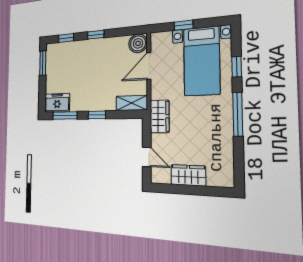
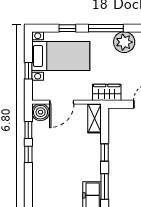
window: (66, 38) -> (28, 130), moved
door: (149, 66) -> (62, 102), hinge flipped
plant: (220, 137) -> (124, 42), added

